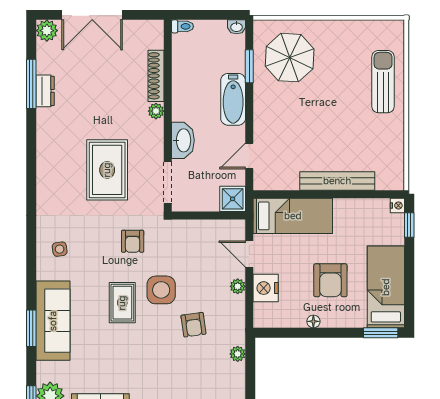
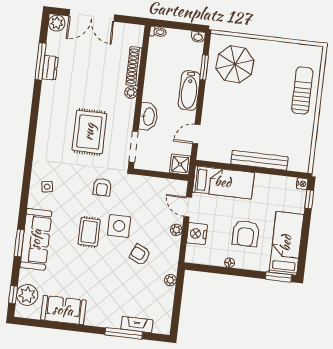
armchair: (193, 325) -> (140, 255), turned 122

